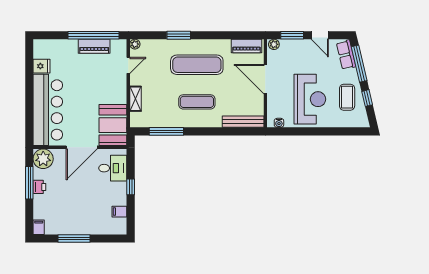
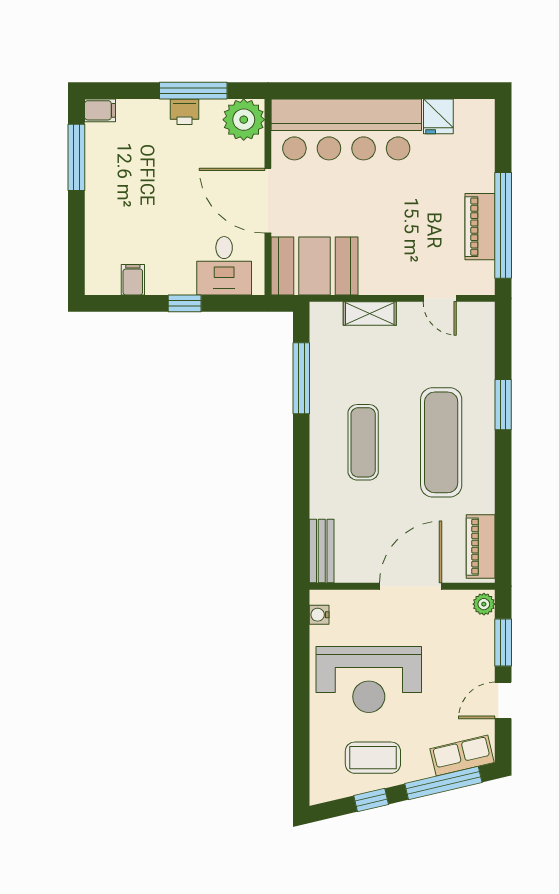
plant: (135, 44) -> (484, 312), removed
bench: (243, 122) -> (322, 551), width x0.73
window: (74, 238) -> (76, 157), moved

